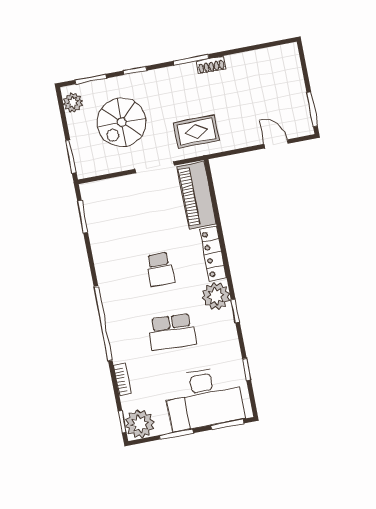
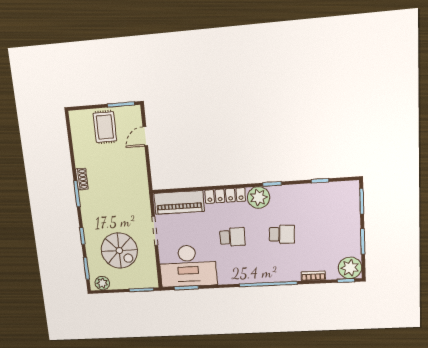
rug: (196, 132) -> (105, 127), moved
school desk: (172, 332) -> (282, 234), width x0.54
desk: (204, 398) -> (188, 266), moved, turned 90

